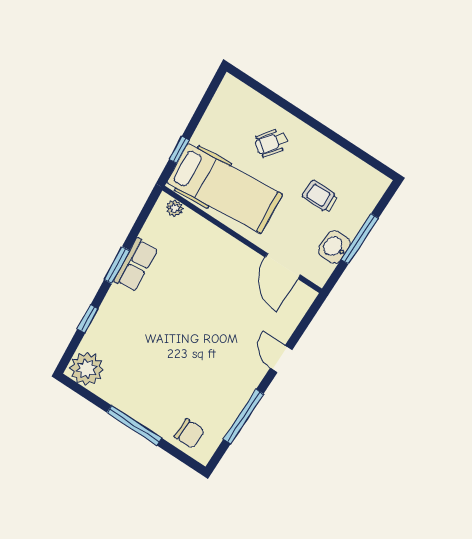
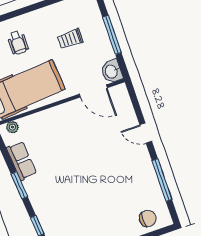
wheelchair: (272, 143) -> (18, 43), turned -37
washbasin: (334, 247) -> (112, 71), moved
row of seats: (136, 265) -> (22, 161), moved

